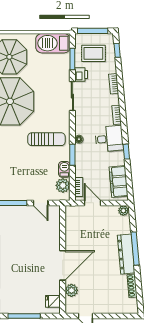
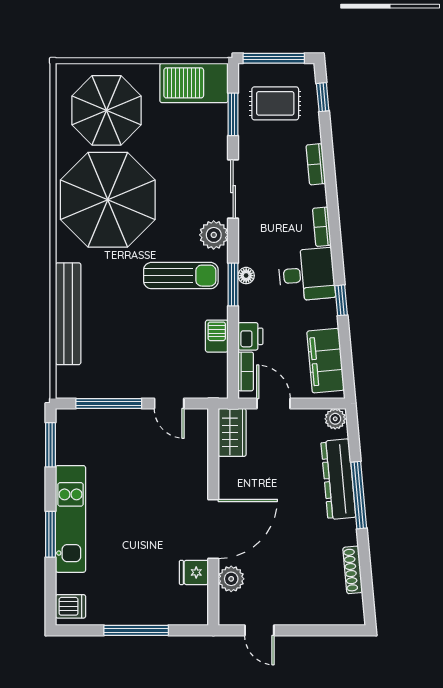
printer: (81, 75) -> (250, 336), moved
window: (72, 155) -> (233, 284), moved
plant: (63, 185) -> (214, 235), moved
wardrobe: (72, 217) -> (232, 432), added
dresser: (126, 254) -> (338, 479), moved
fridge: (53, 301) -> (194, 572), moved

